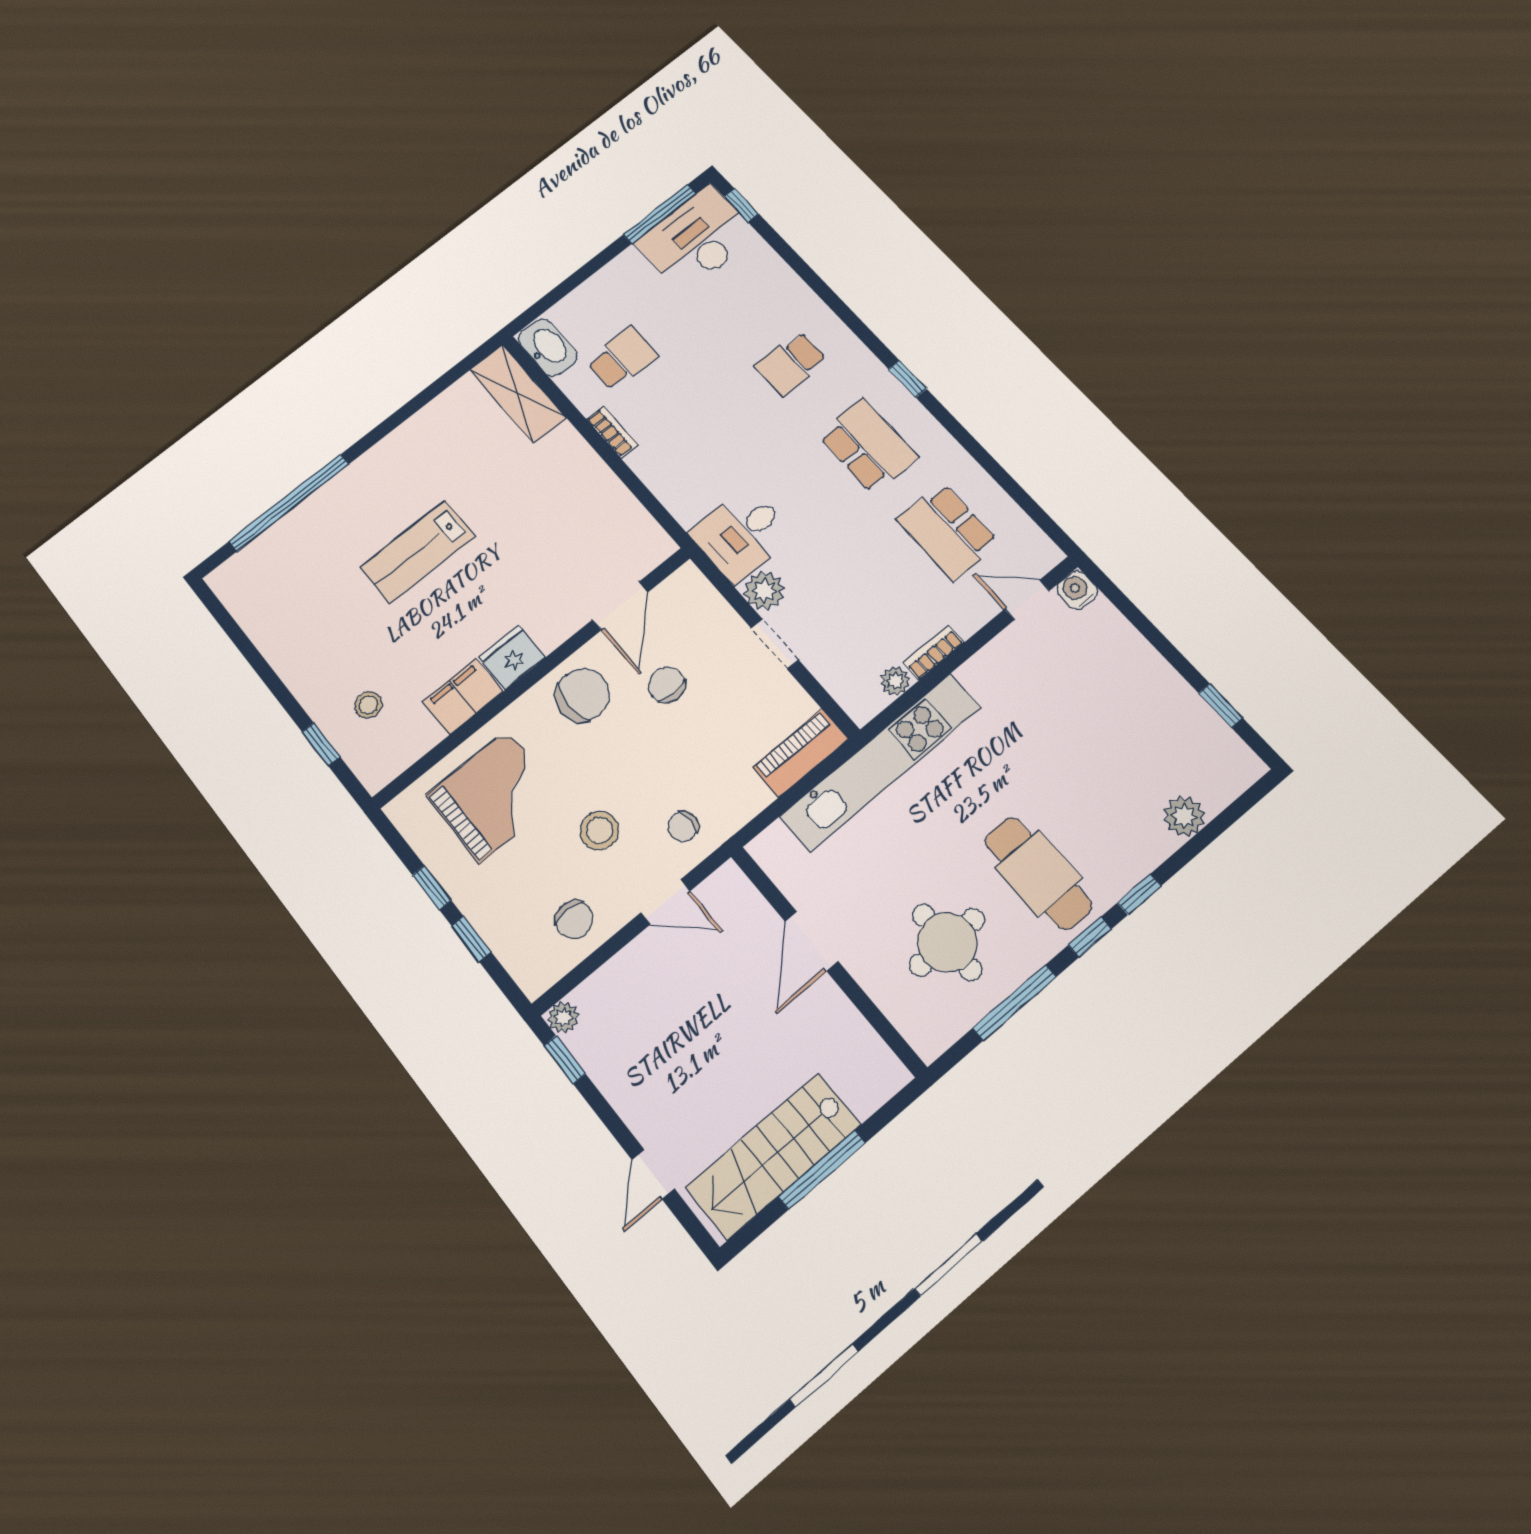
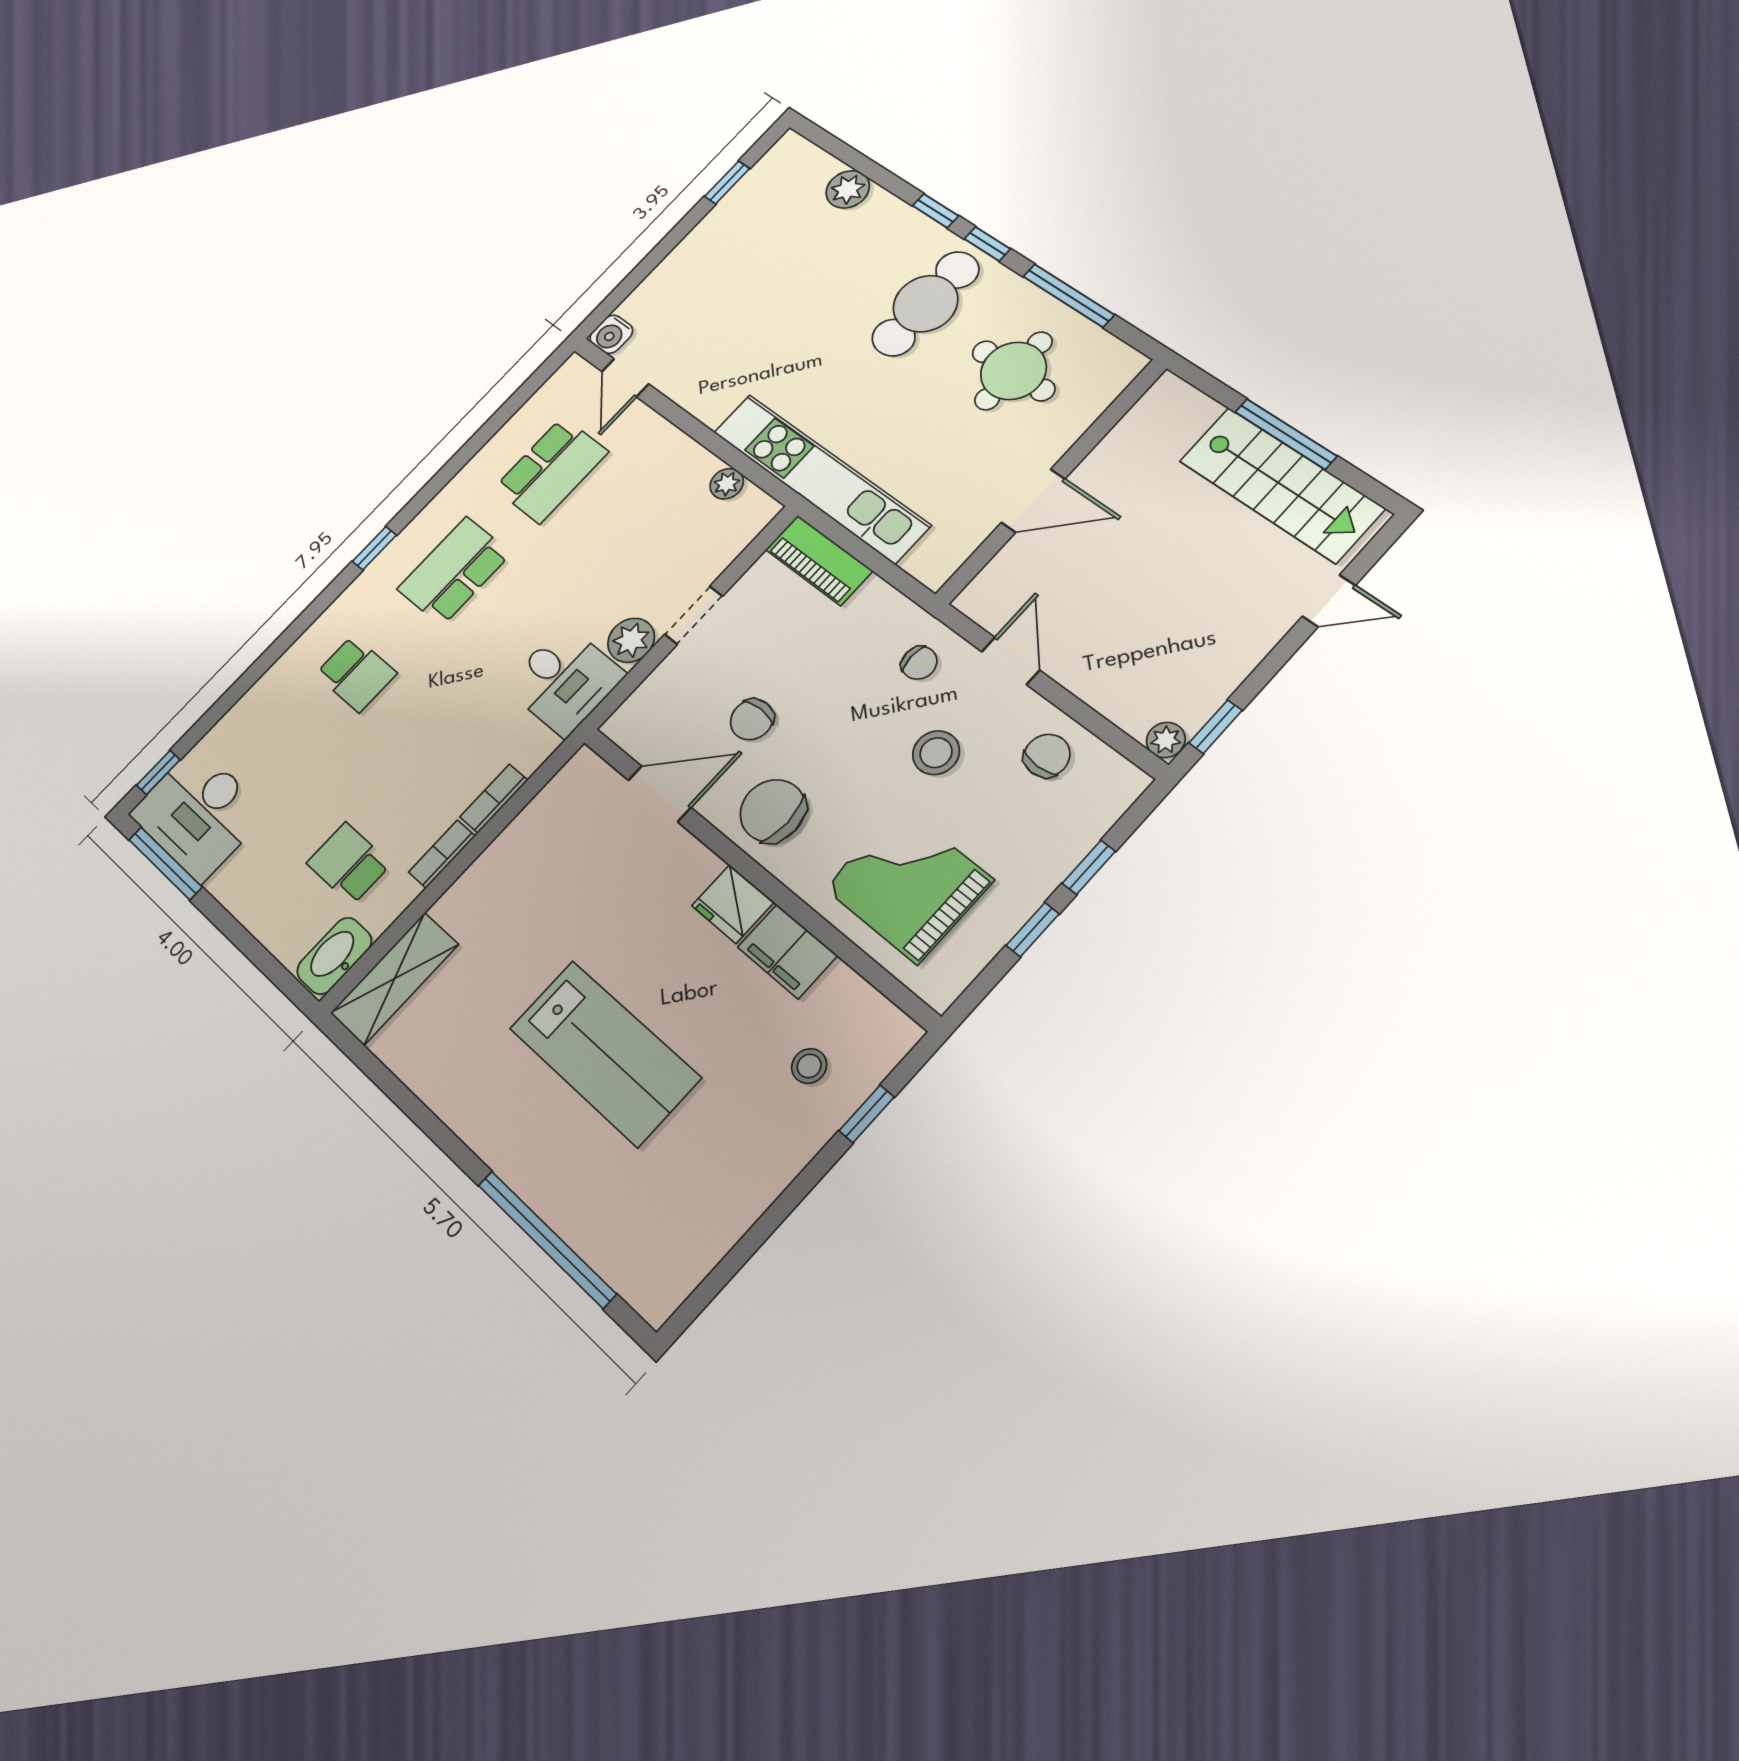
lab bench: (418, 552) -> (604, 1053), width x1.36, depth x1.39
bookcase: (934, 653) -> (494, 799), moved, turned 90

